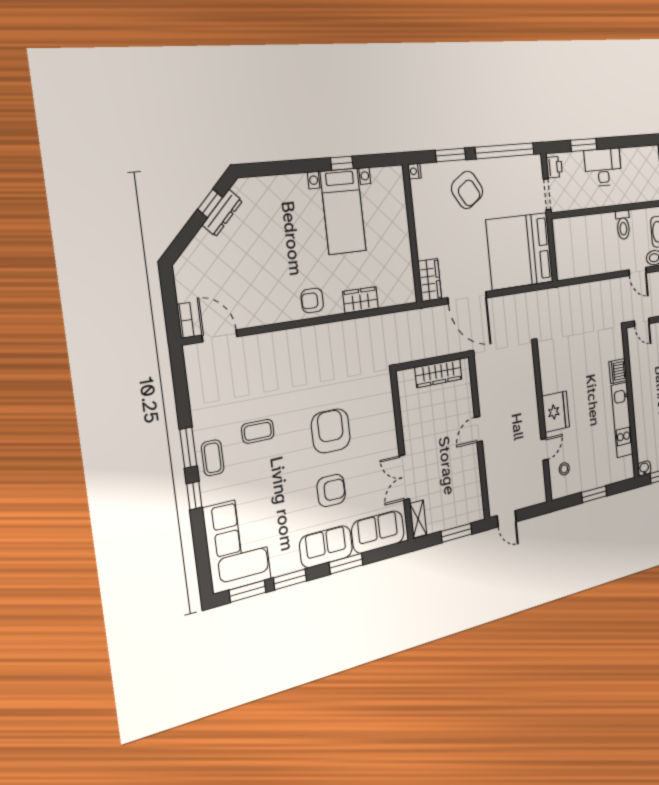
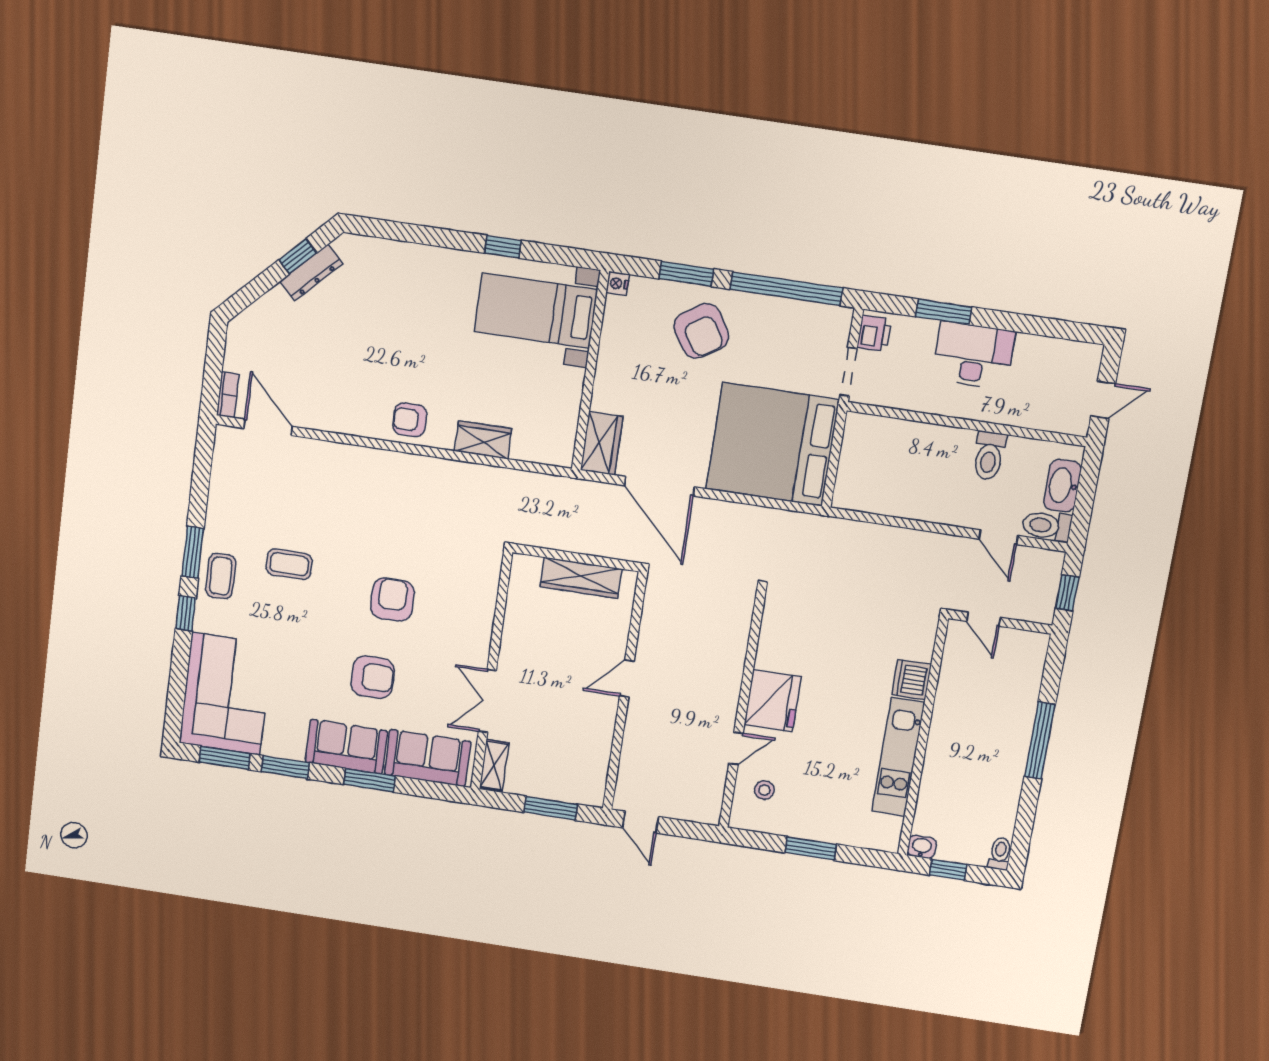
bed with nightstands: (343, 211) -> (536, 311), moved, turned 90
armchair: (331, 431) -> (392, 600), width x0.73, depth x0.73

